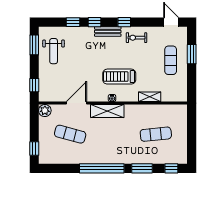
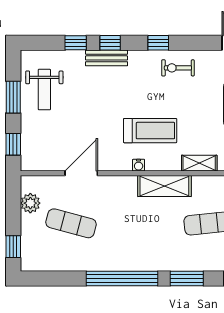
bench: (108, 32) -> (107, 58), moved
window: (34, 45) -> (13, 97), moved
treadmill: (119, 77) -> (150, 131), turned 180
plant: (45, 111) -> (30, 203), moved
shelving: (107, 111) -> (164, 186), moved

